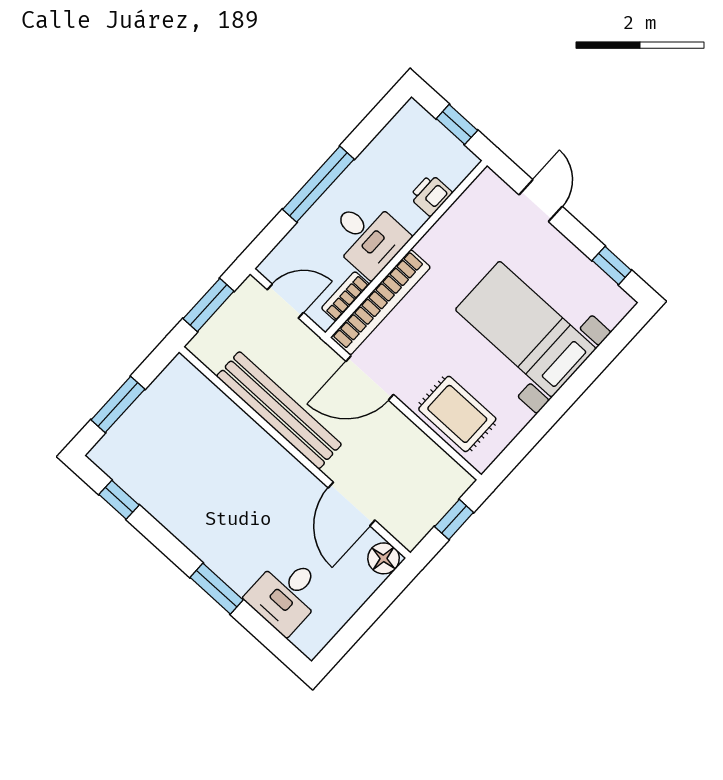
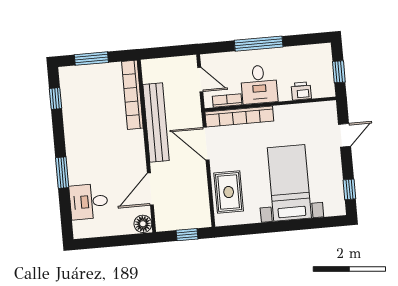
window: (209, 305) -> (167, 52), removed
bookcase: (215, 403) -> (132, 95), added

